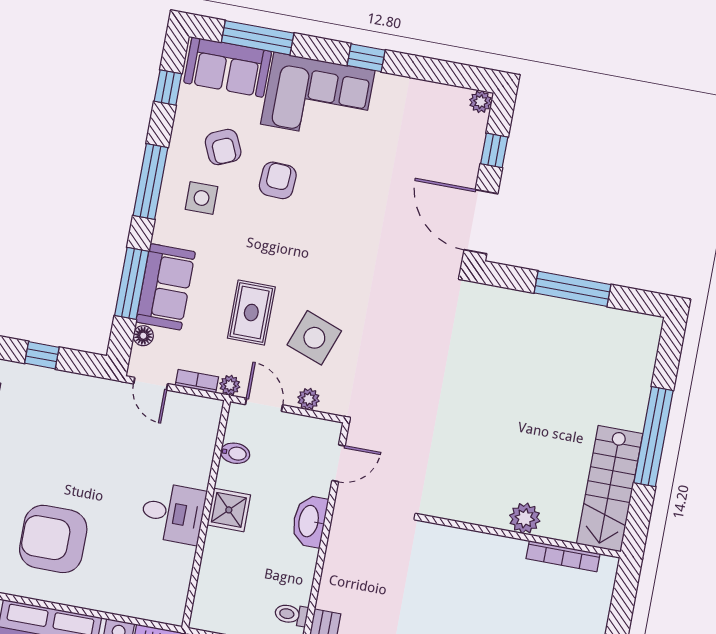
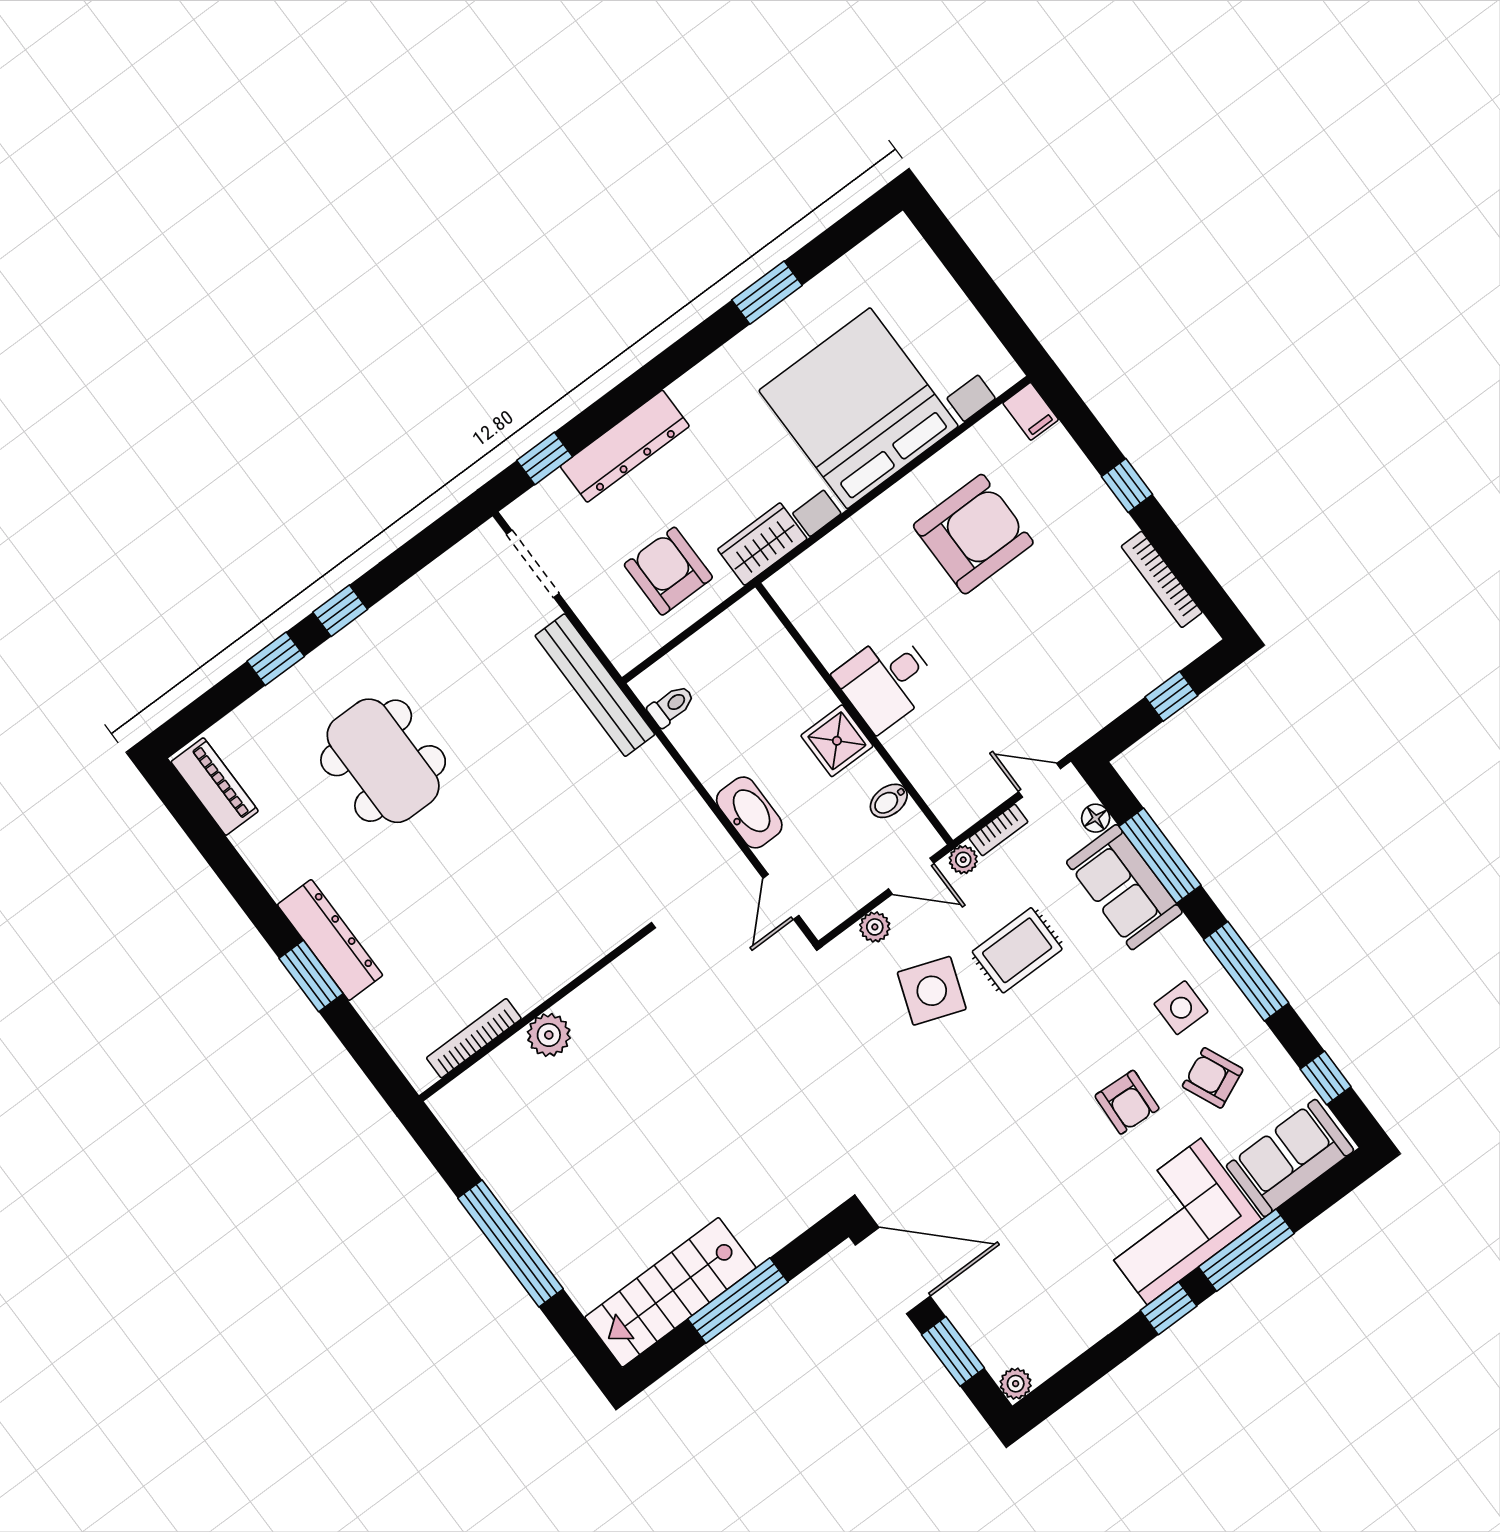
window: (258, 38) -> (1246, 1250), moved
window: (494, 150) -> (953, 1351), width x1.50
rug: (251, 313) -> (1017, 950), turned 90
stairs: (610, 489) -> (670, 1292), moved, turned -90

